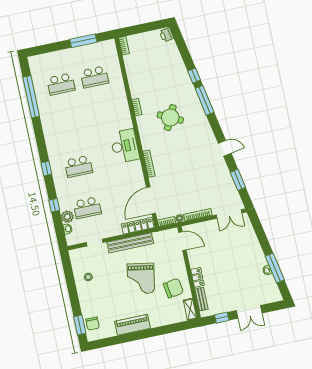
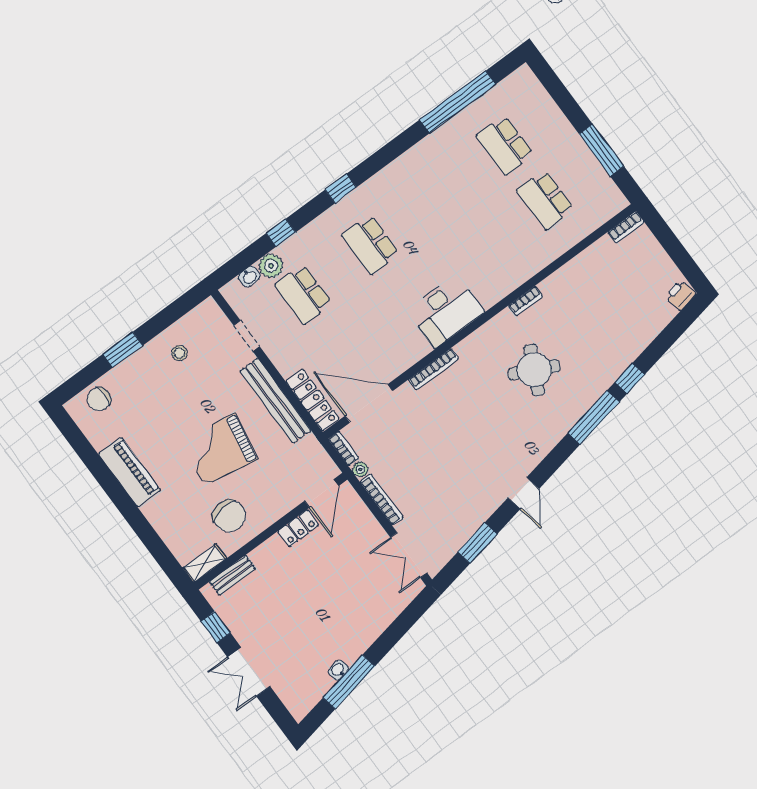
locker: (197, 277) -> (298, 528), moved
window: (80, 325) -> (123, 350), moved

